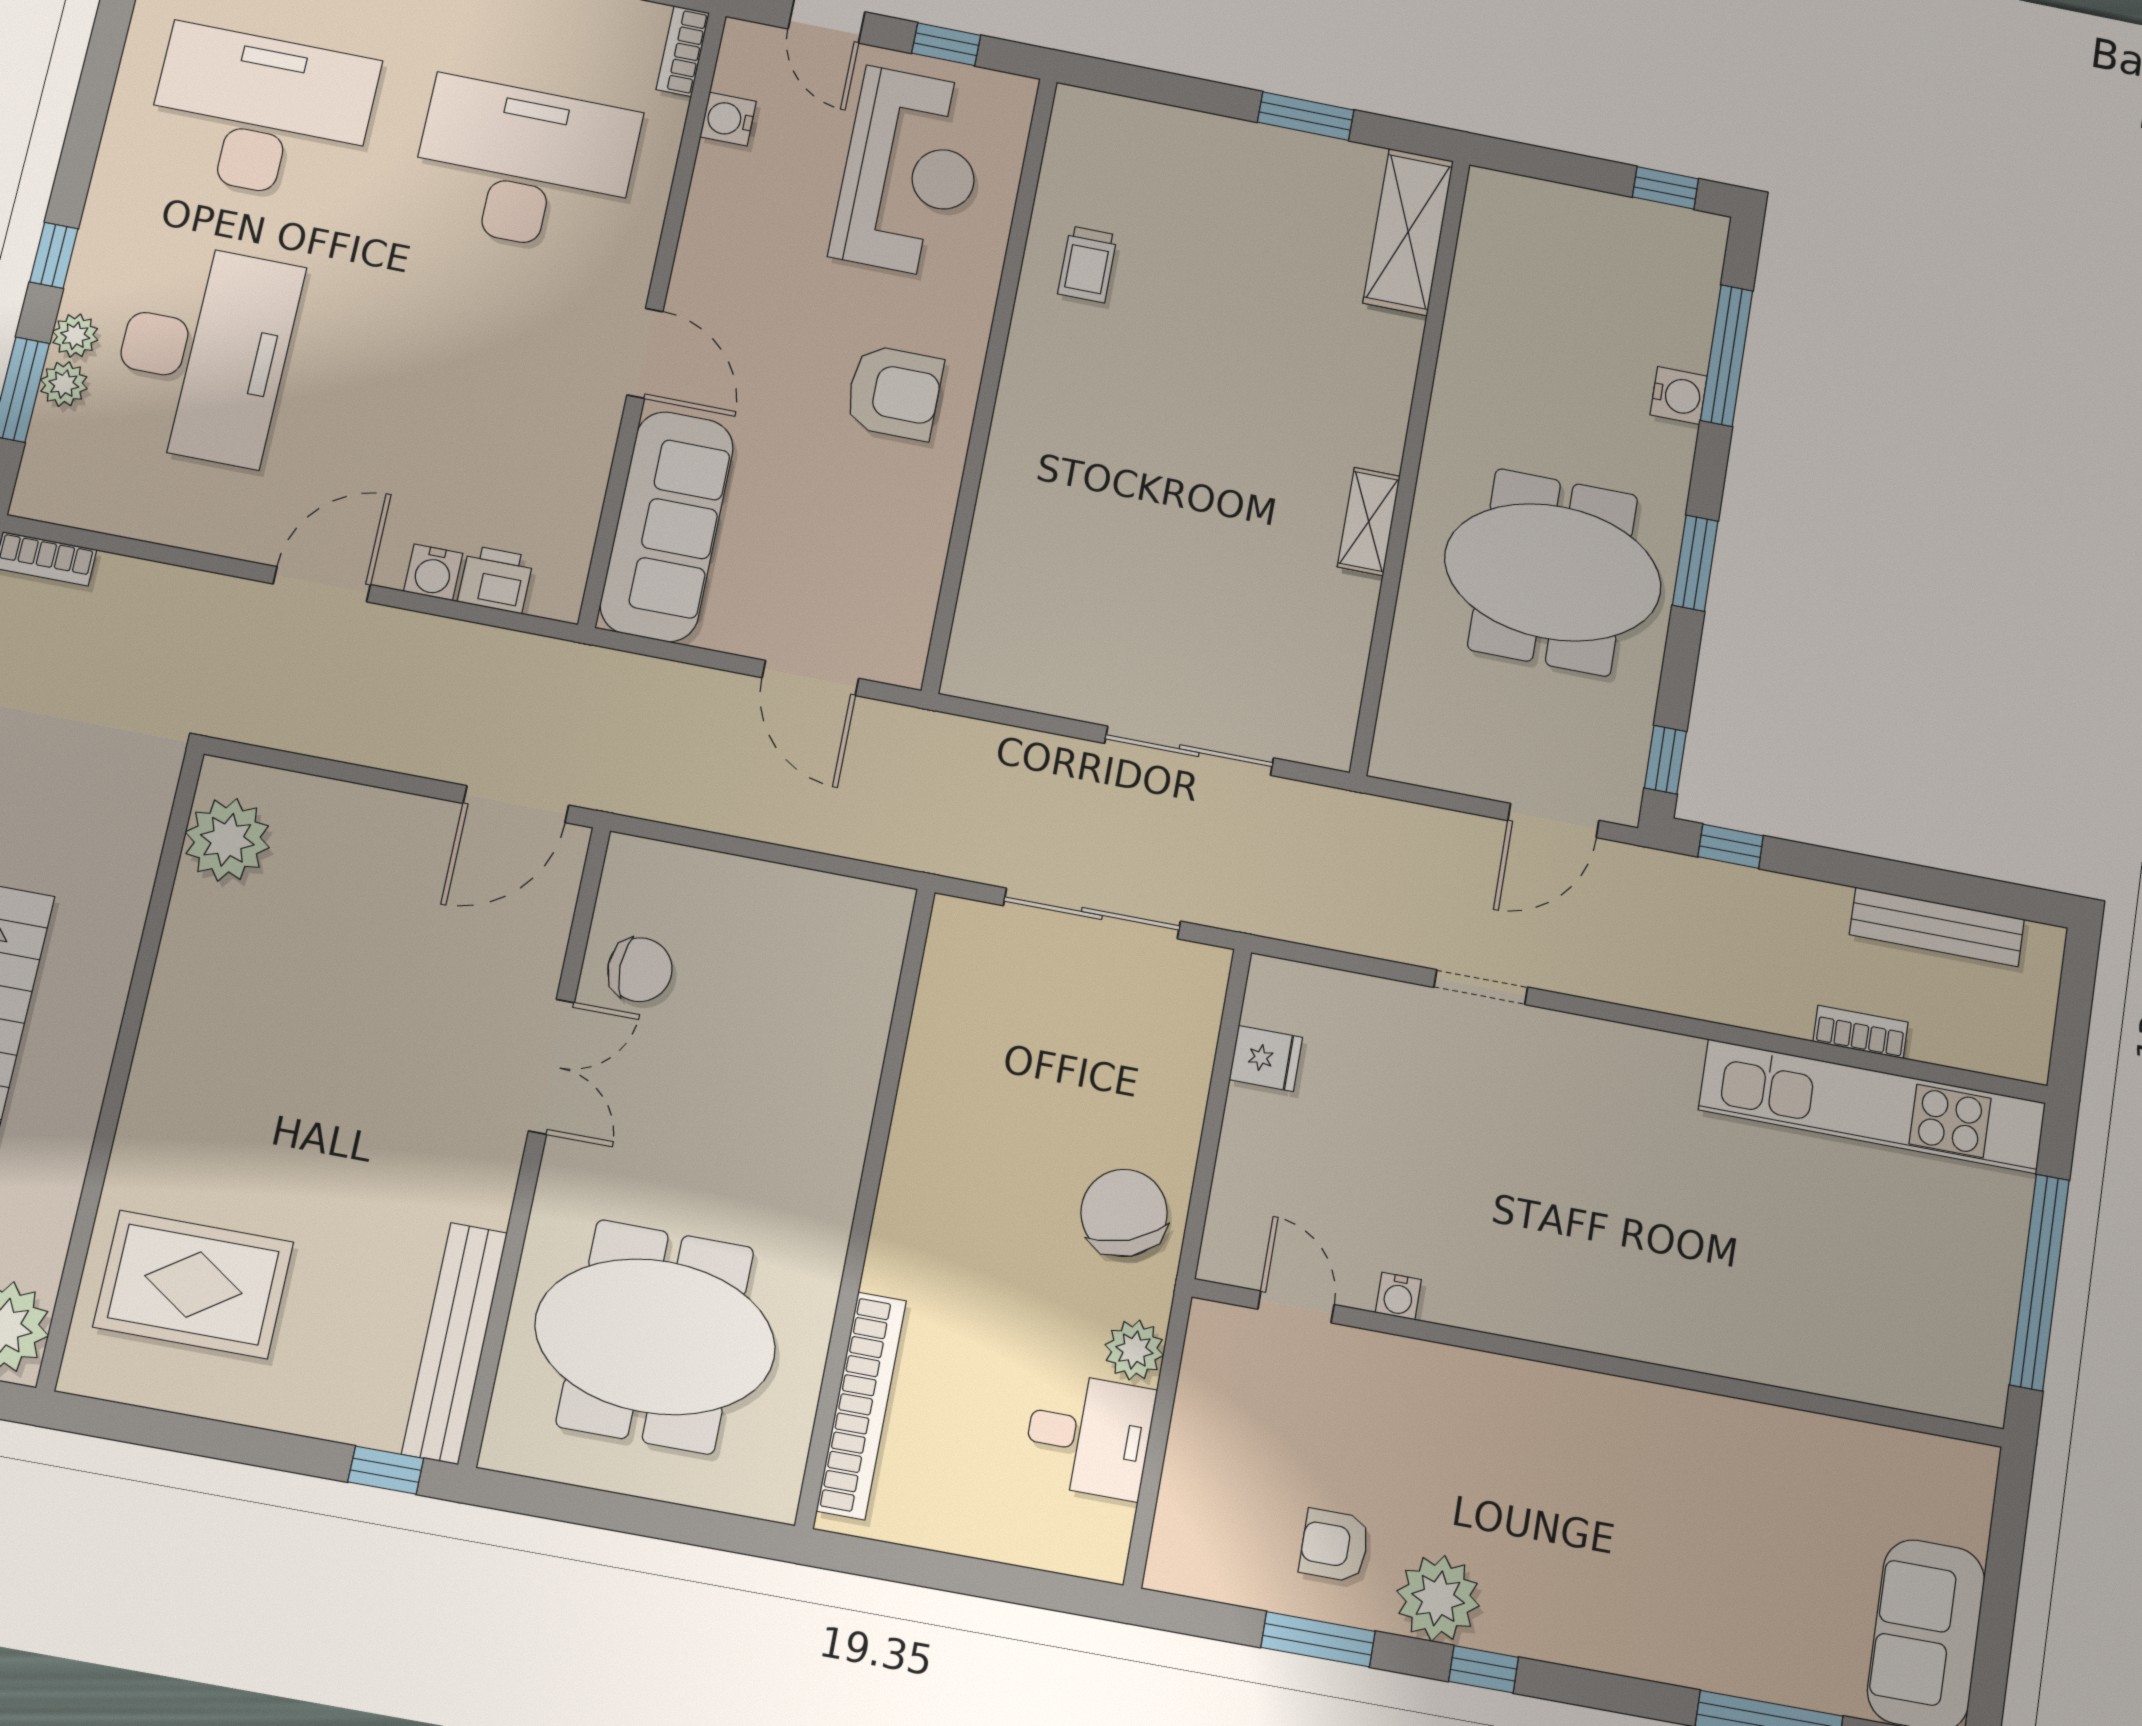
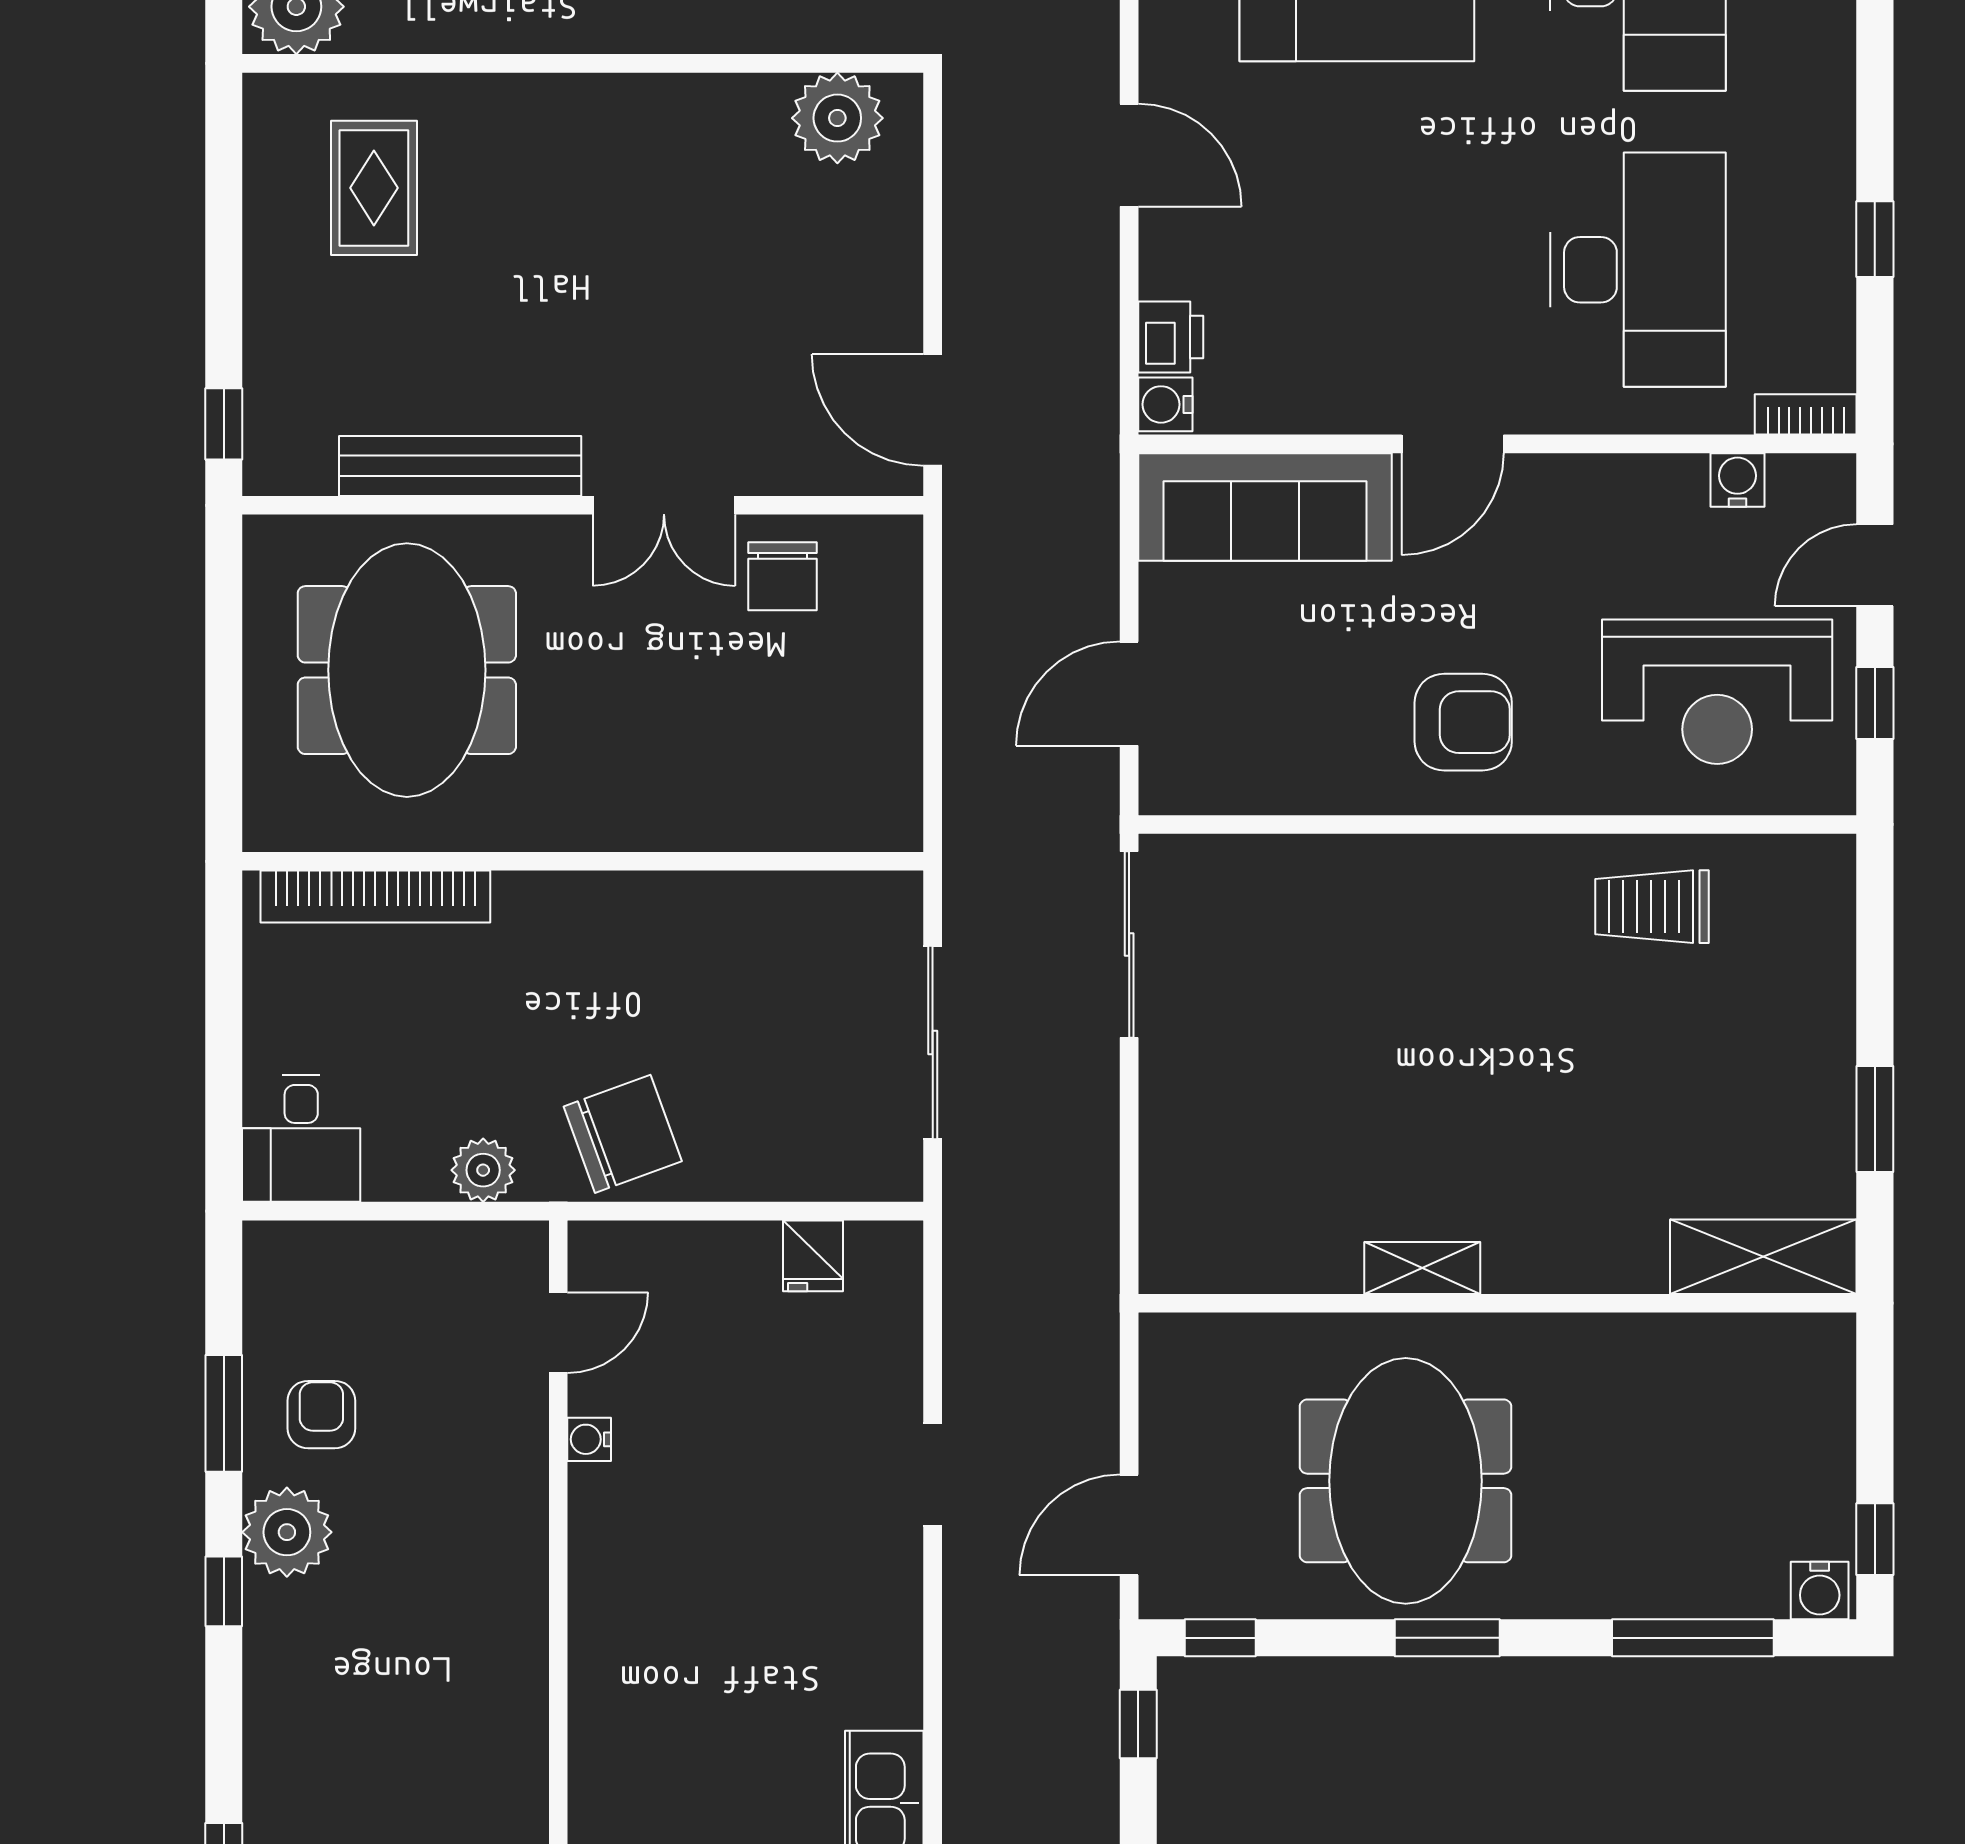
trolley: (1087, 264) -> (1652, 907), width x1.36, depth x1.39
armchair: (894, 393) -> (1463, 722), turned -90
water cooler: (1679, 396) -> (1820, 1590), moved
water cooler: (433, 572) -> (1165, 404), moved
sliding door: (1189, 751) -> (1129, 944), moved
door: (1553, 821) -> (1129, 1525), hinge flipped
rug: (193, 1285) -> (374, 188), width x0.73, depth x0.70
bench: (455, 1343) -> (460, 466), moved
desk: (1089, 1435) -> (301, 1138), moved

